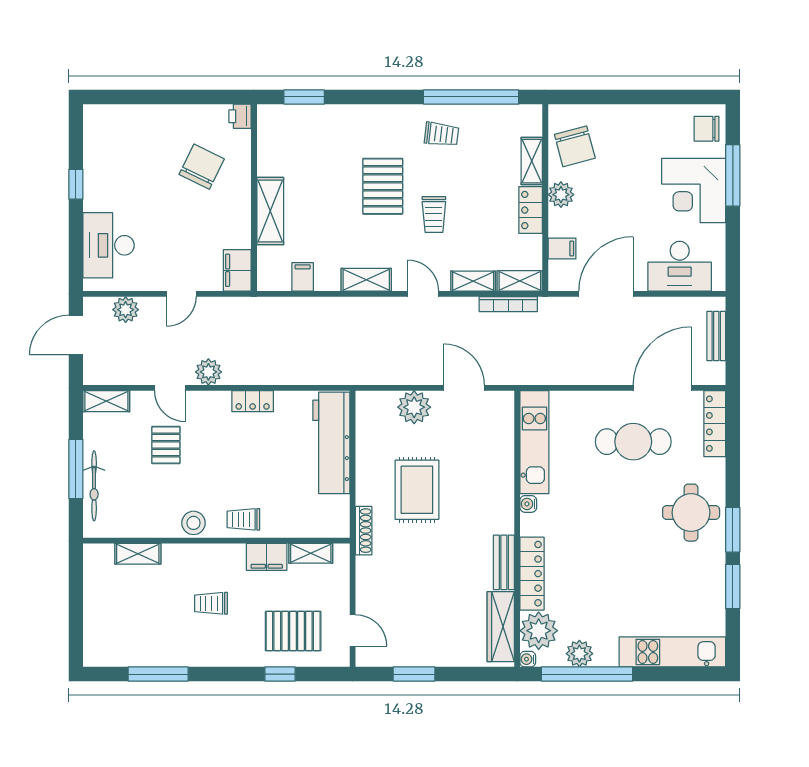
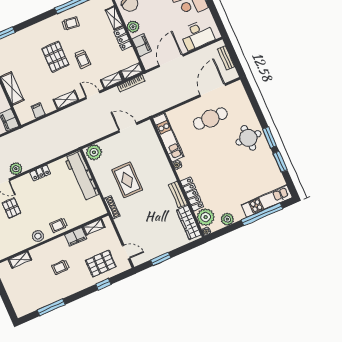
filing cabinet: (562, 248) -> (142, 45), width x2.00
plant: (414, 407) -> (94, 152), moved
locker: (715, 424) -> (242, 96), removed
window: (587, 674) -> (262, 214), moved

